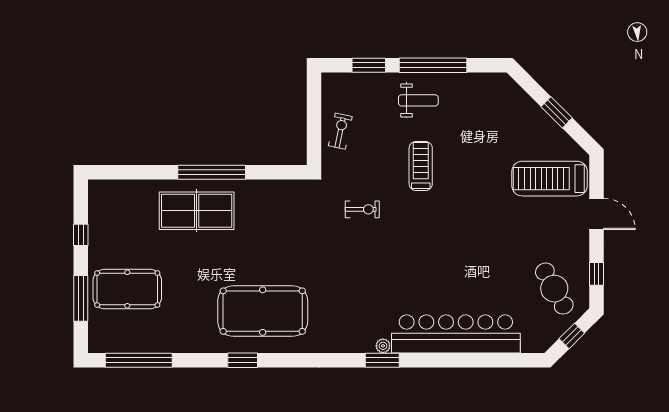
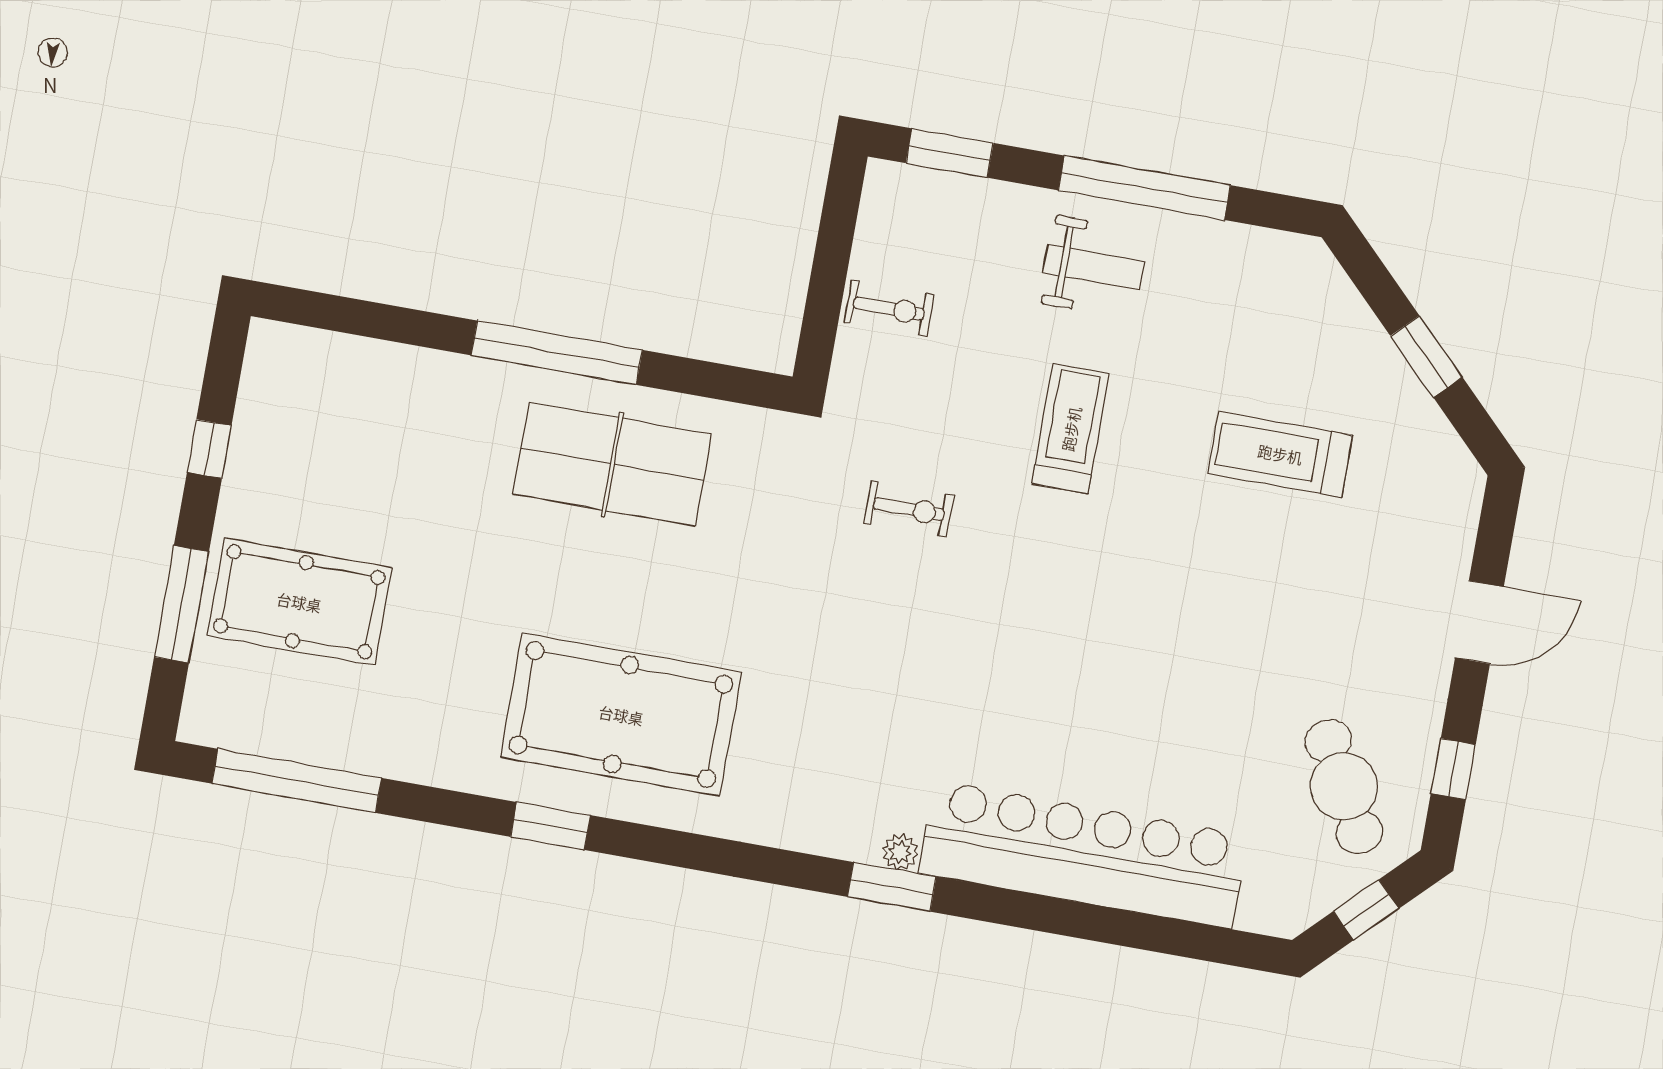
window: (369, 65) -> (950, 153), moved
exercise bike: (340, 131) -> (889, 308), turned 78
treadmill: (550, 179) -> (1280, 454), moved, width x0.73, depth x0.73
table tennis table: (197, 211) -> (612, 464), moved
door: (596, 214) -> (1479, 622), hinge flipped

